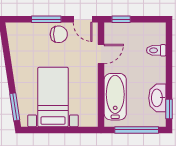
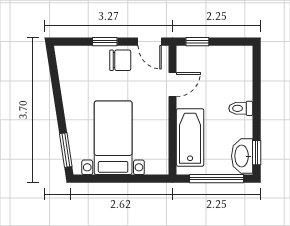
window: (46, 19) -> (105, 42), width x0.67
toilet: (156, 50) -> (241, 108), moved
washbasin: (157, 98) -> (242, 156), moved

